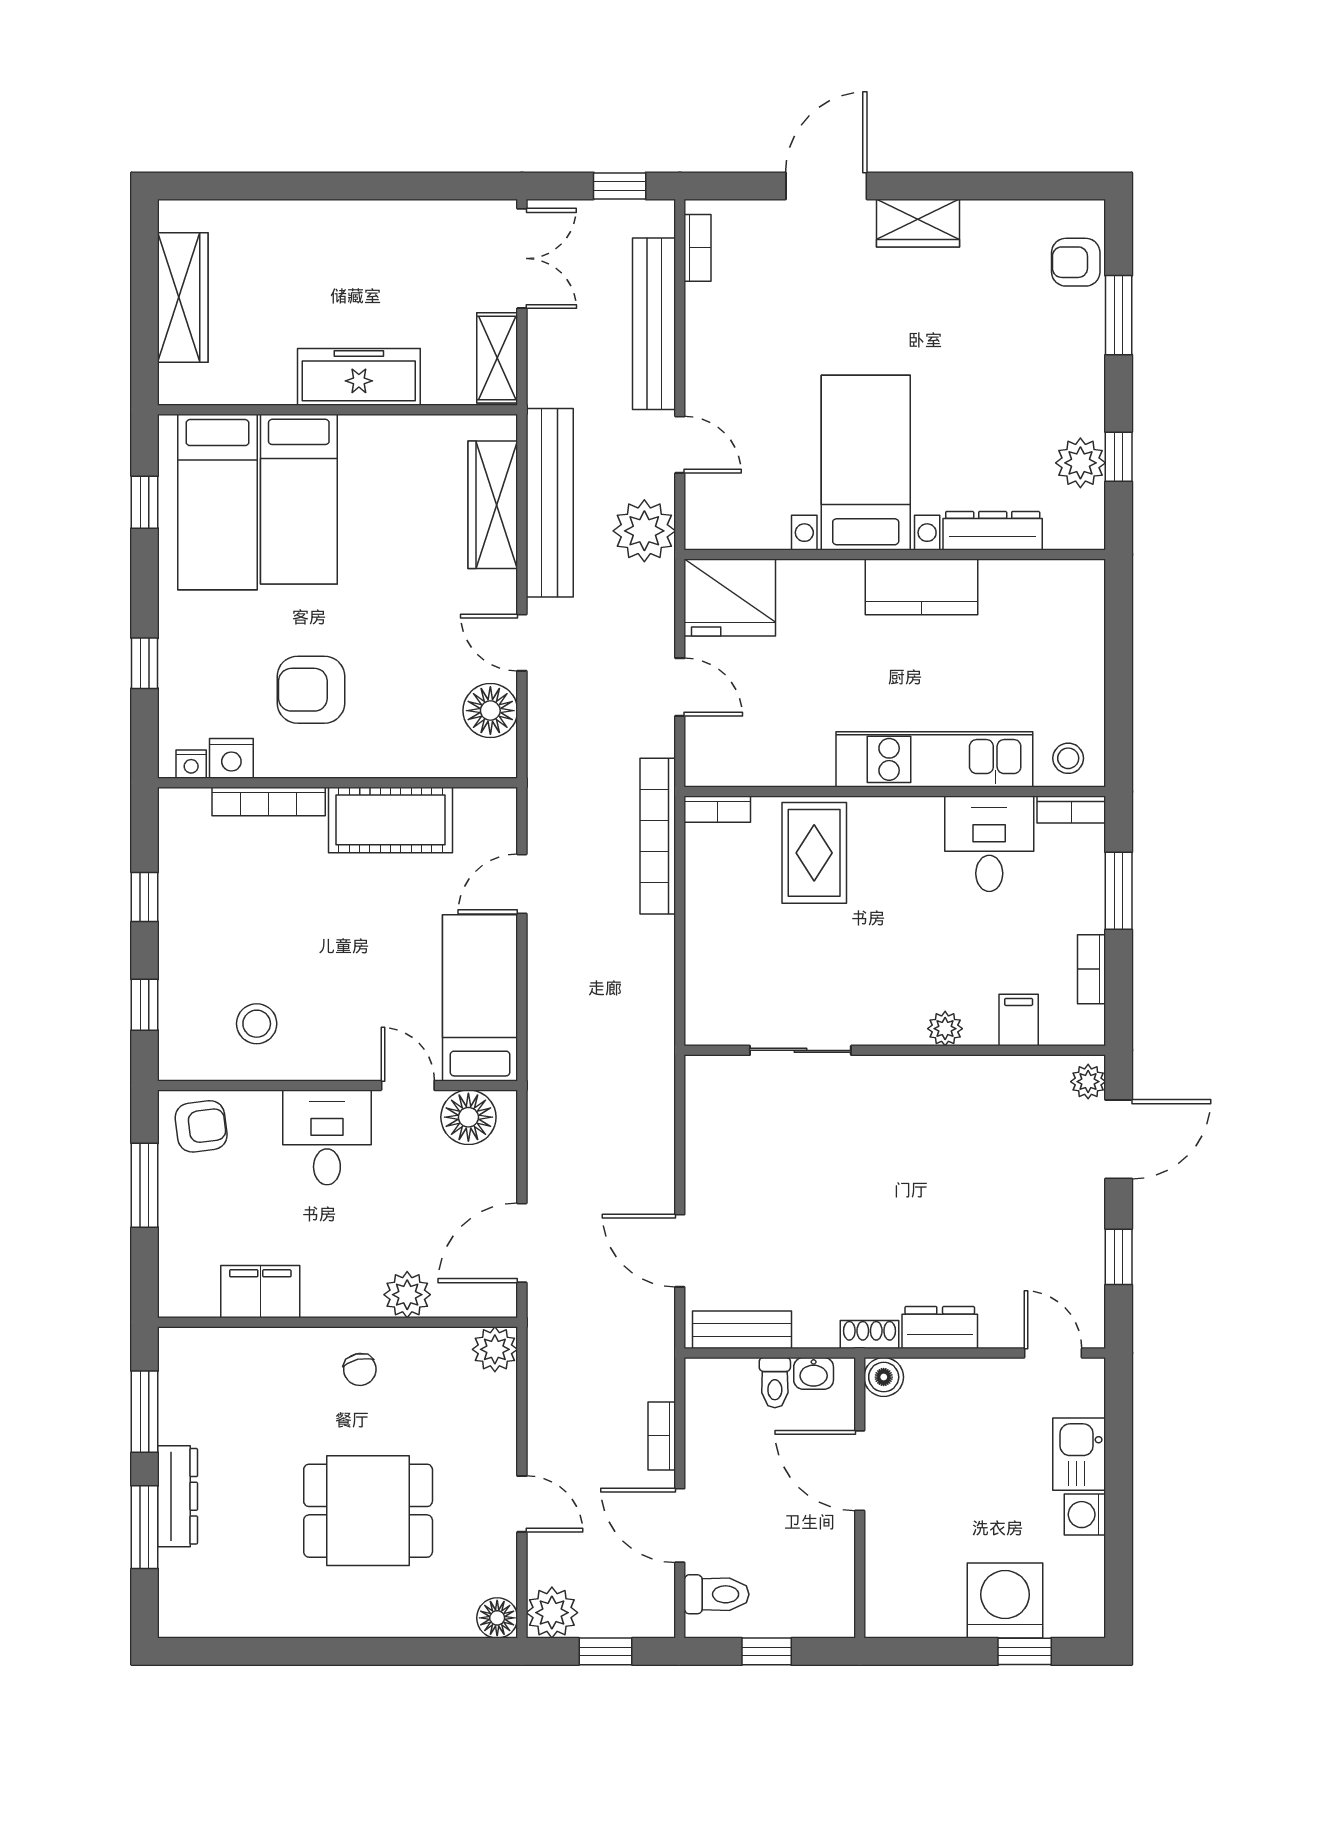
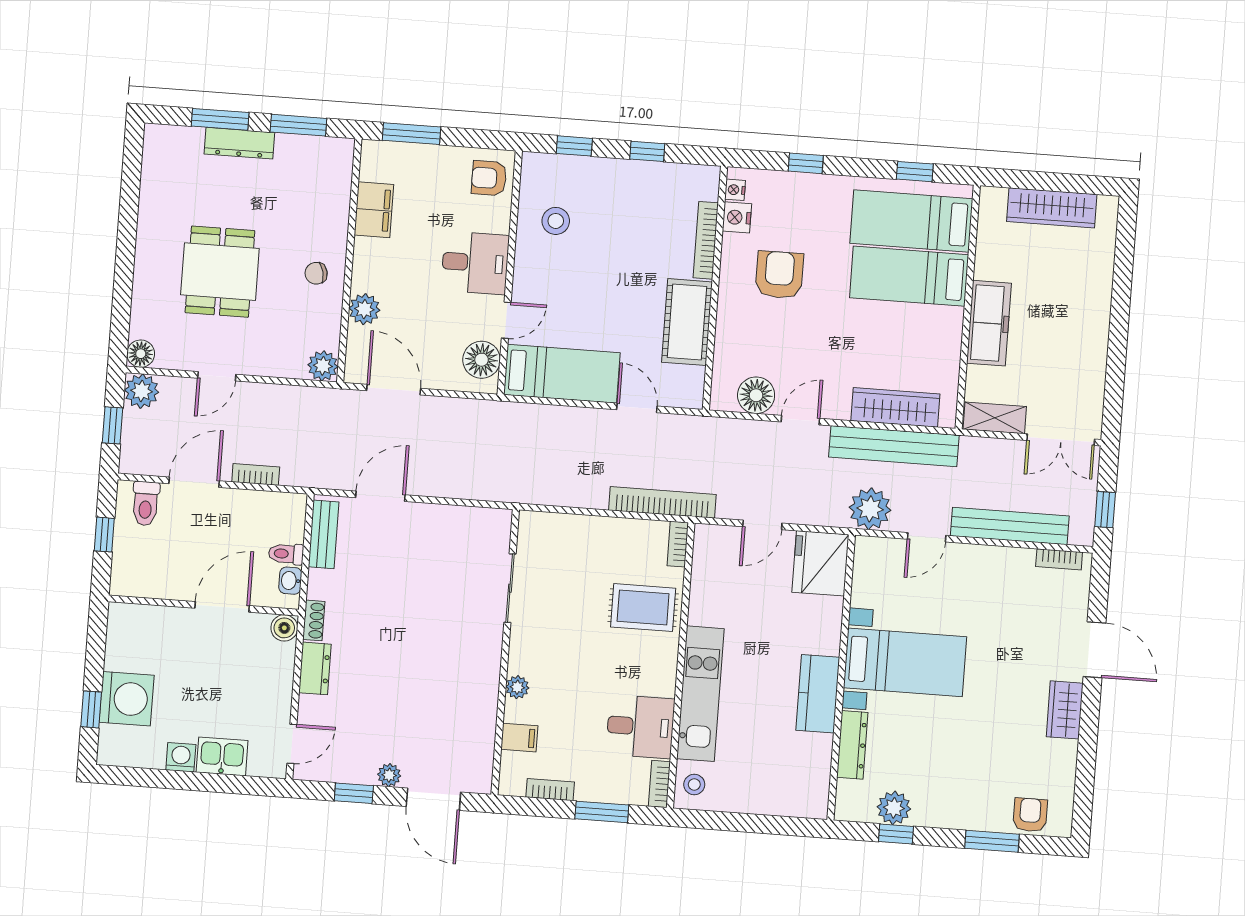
plant: (1088, 1082) -> (389, 775), moved
armchair: (201, 1126) -> (489, 178), turned 97
window: (145, 1185) -> (411, 134), moved

